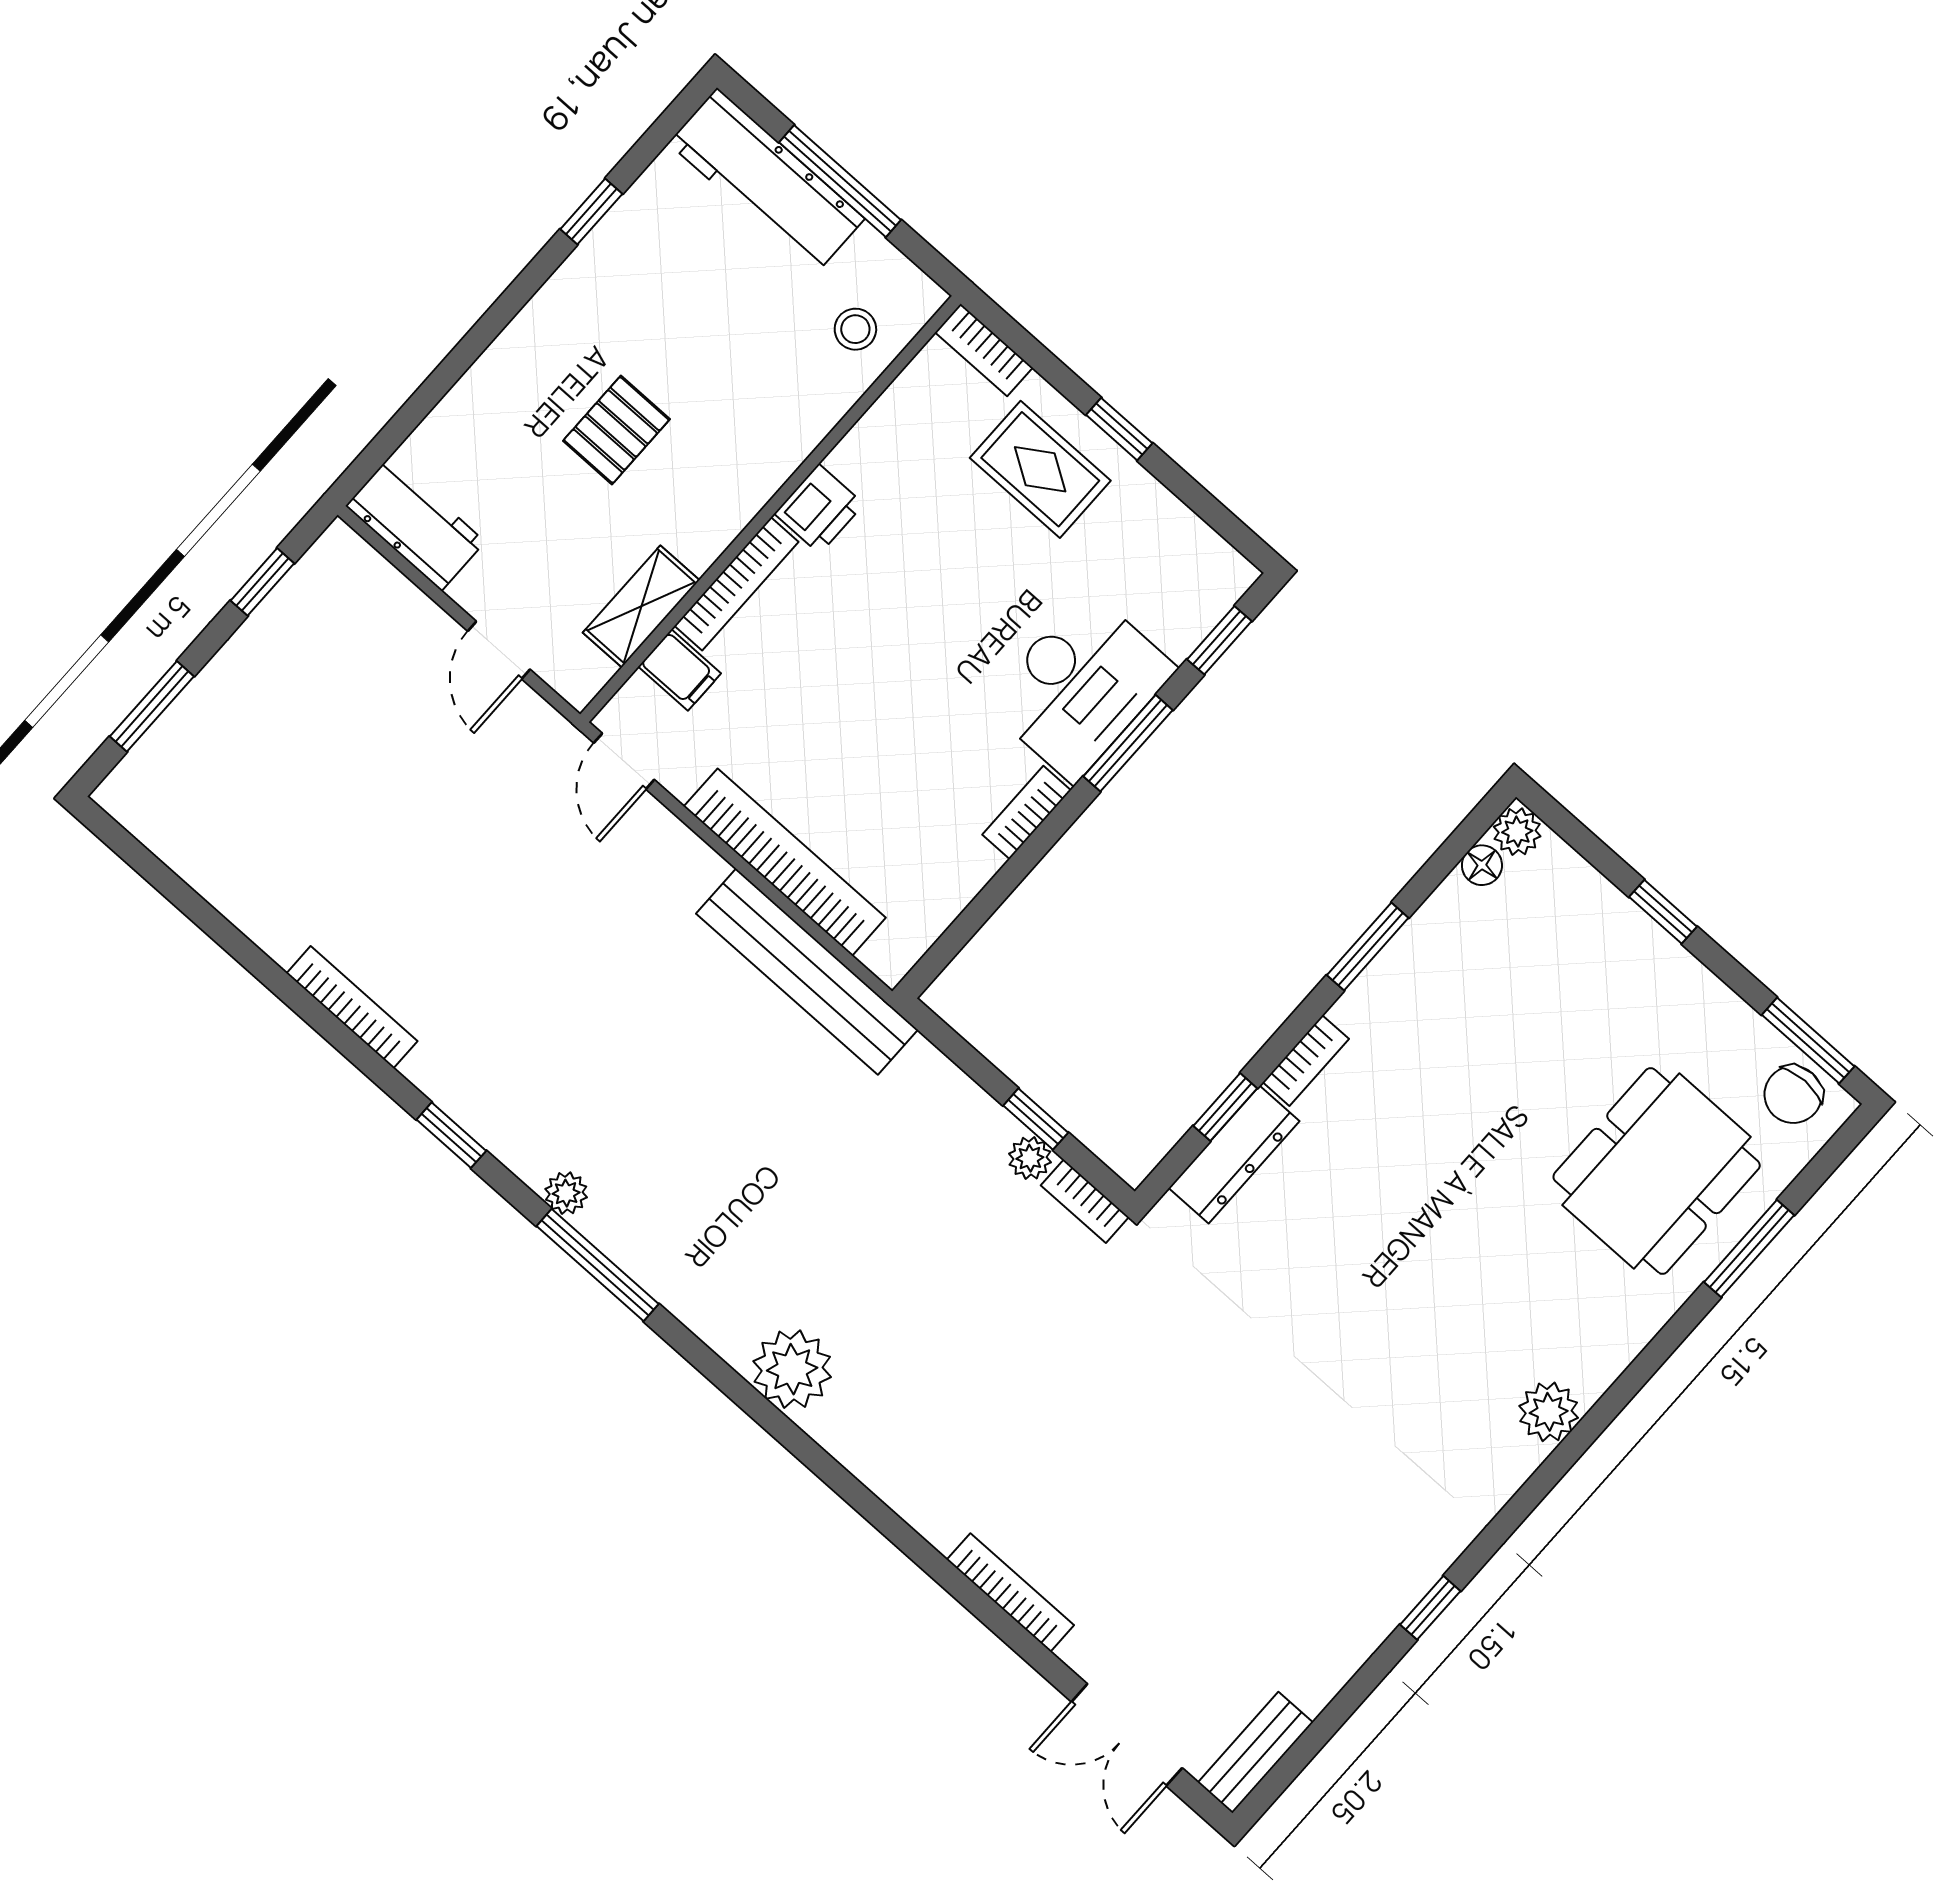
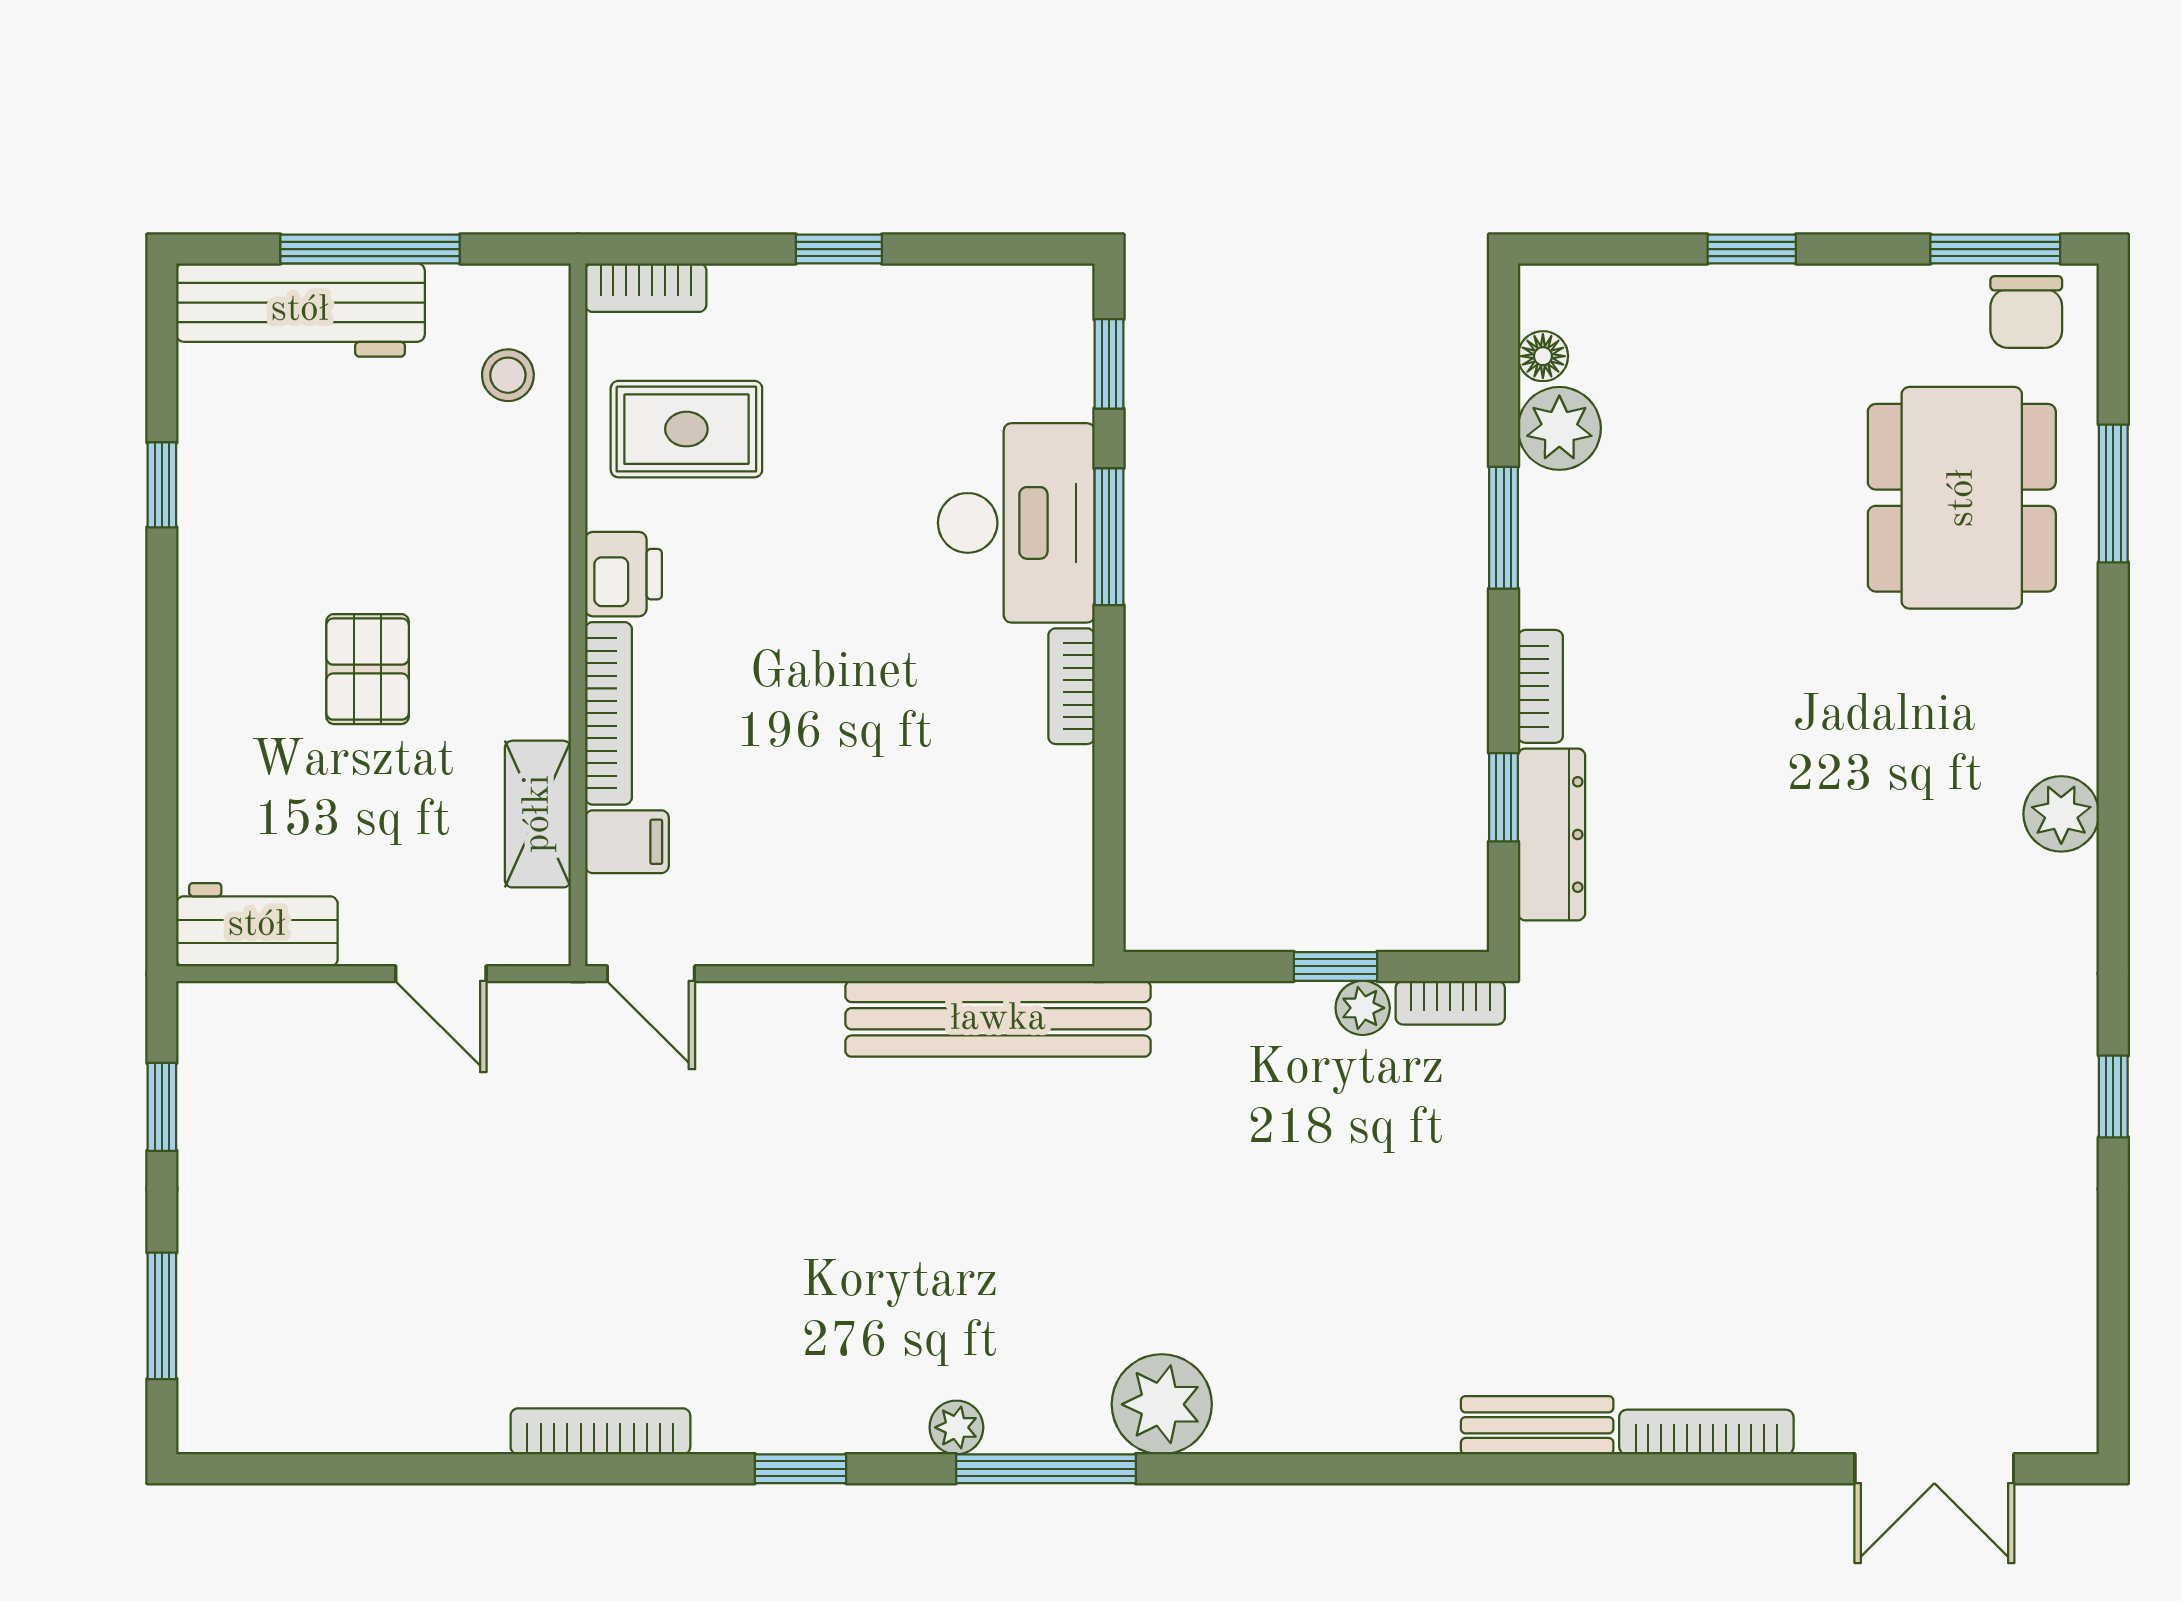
rug: (1040, 469) -> (686, 429), moved
plant: (1517, 832) -> (1559, 428), moved, width x1.38, depth x1.38
bookcase: (785, 862) -> (886, 934), removed
plant: (792, 1369) -> (1162, 1404), moved
bench: (1255, 1752) -> (1537, 1425), moved, turned 90

